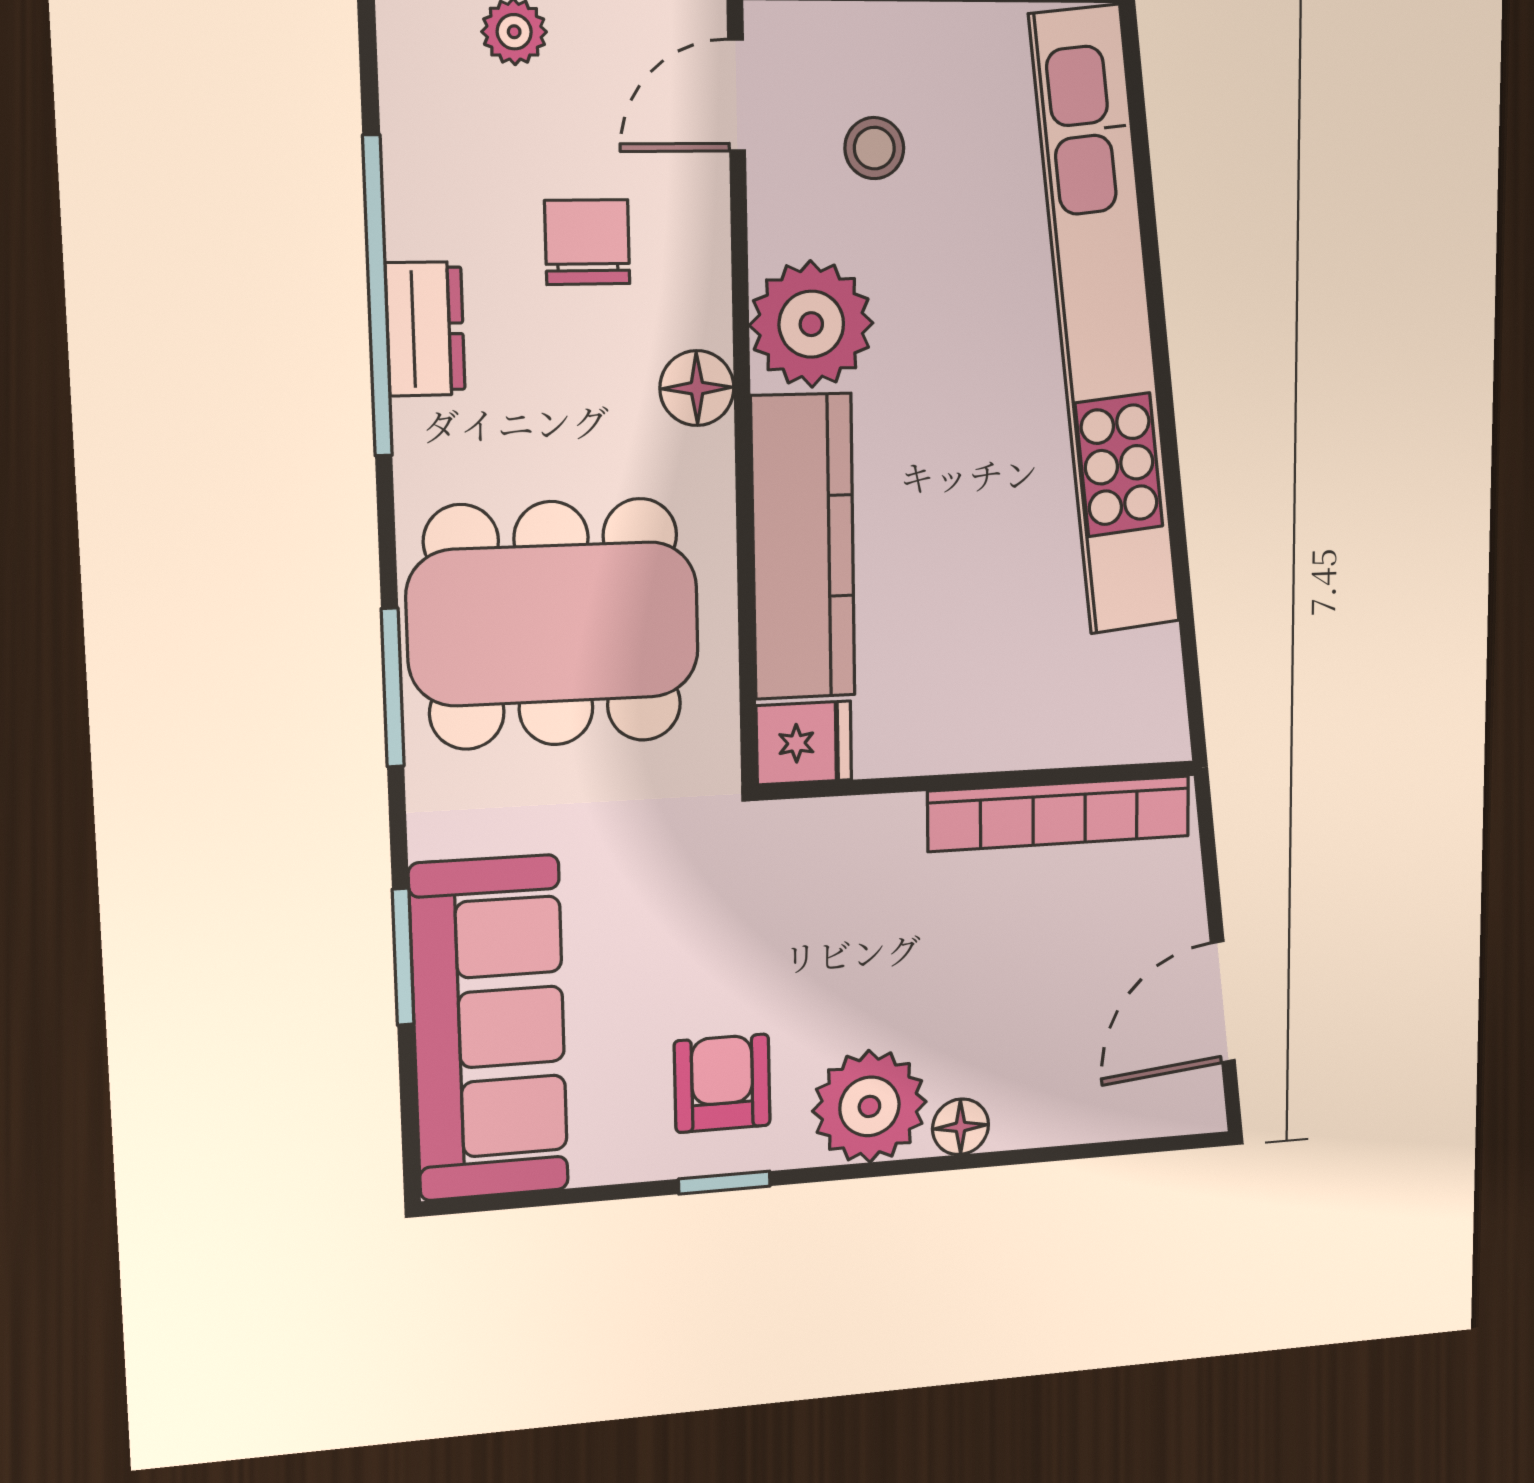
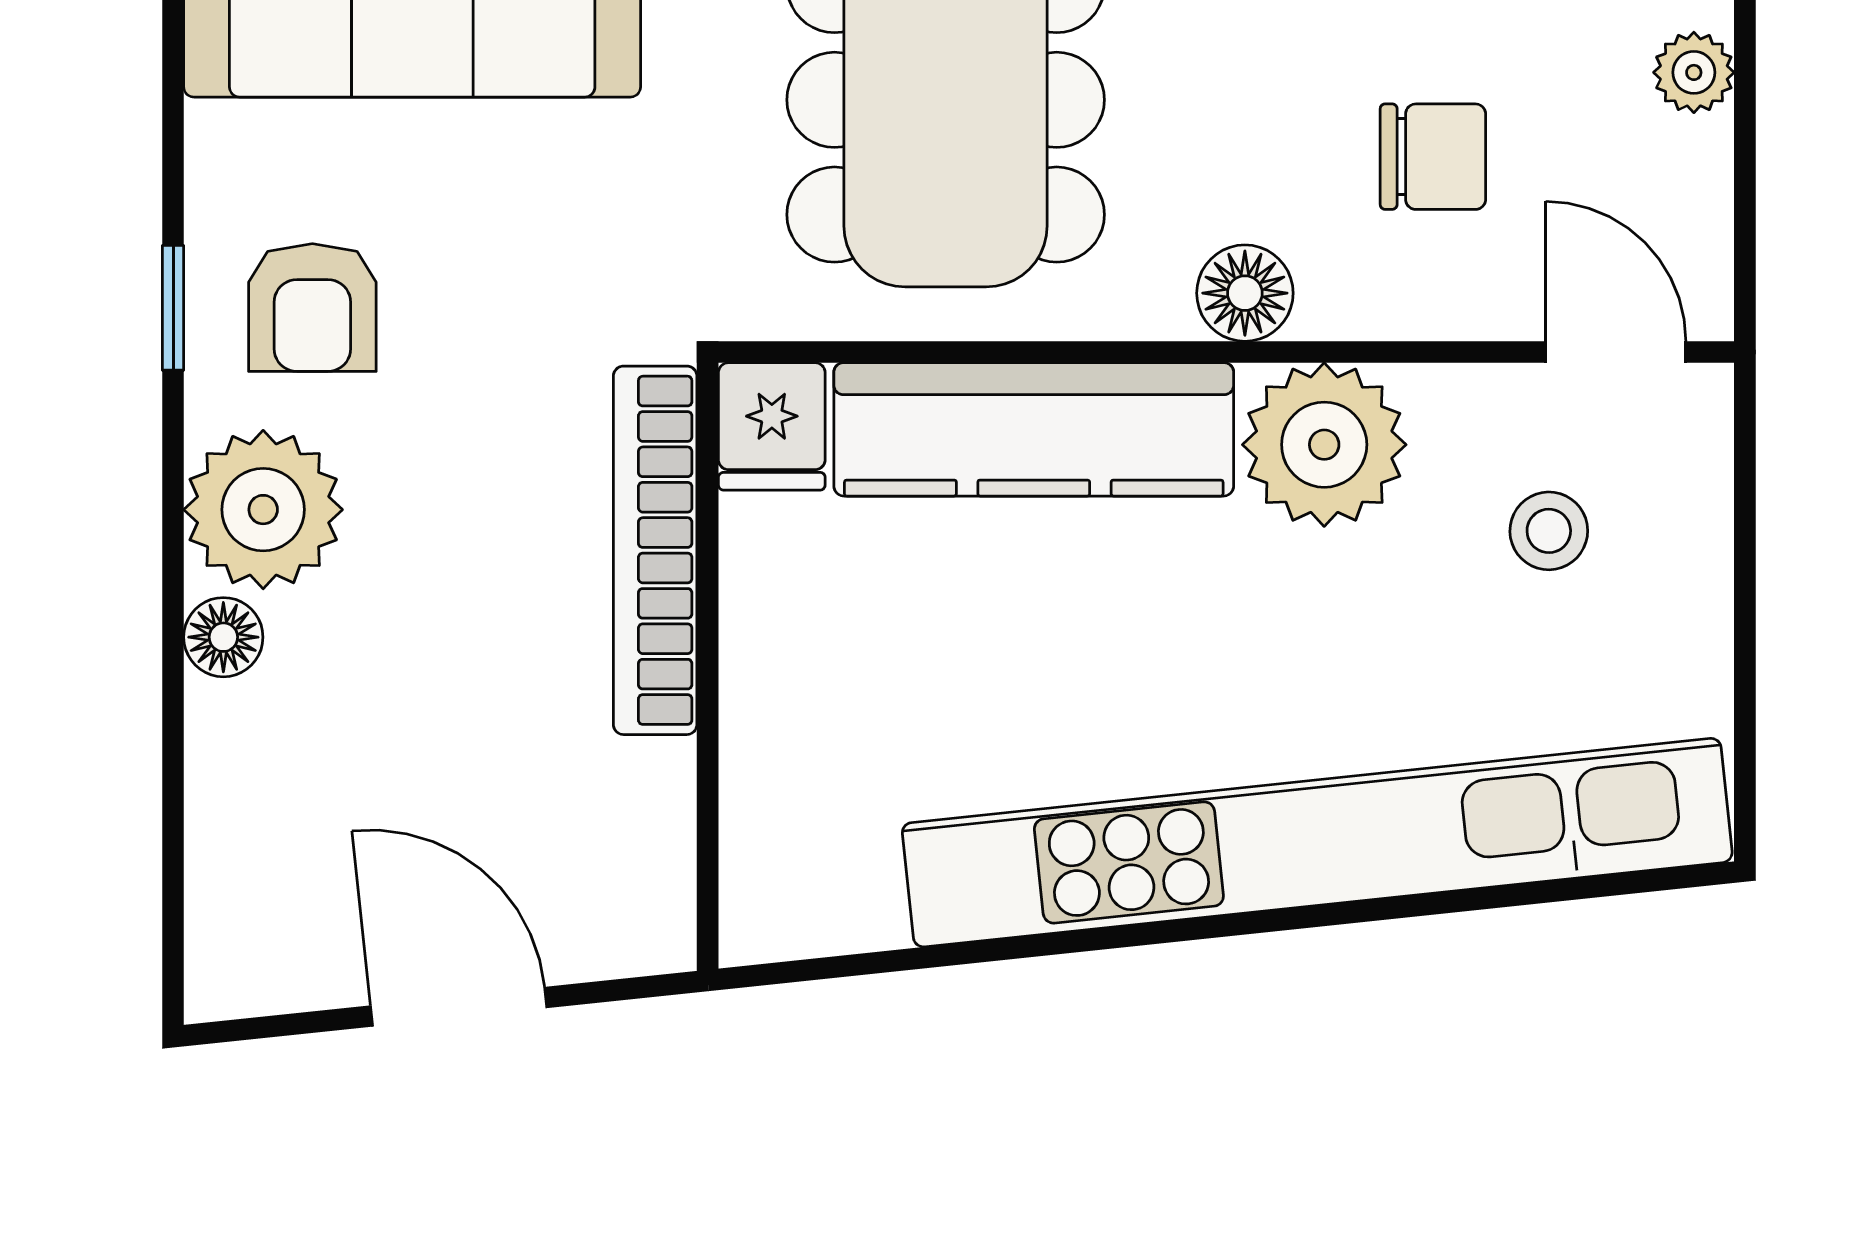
bookcase: (1059, 814) -> (655, 550), moved
door: (1223, 1002) -> (459, 1007), moved
armchair: (722, 1083) -> (312, 308), turned 90

